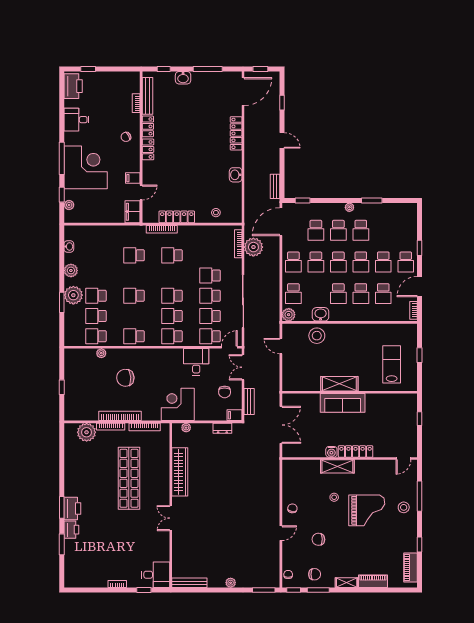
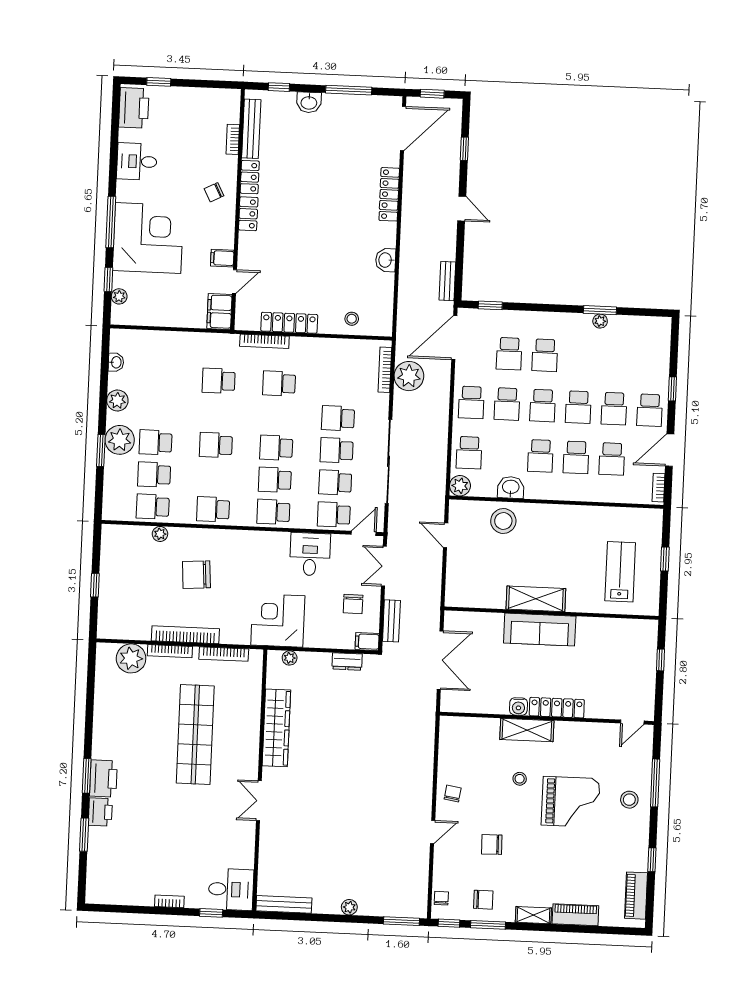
plant: (349, 207) -> (600, 321), moved
school desk: (361, 230) -> (580, 357), removed

